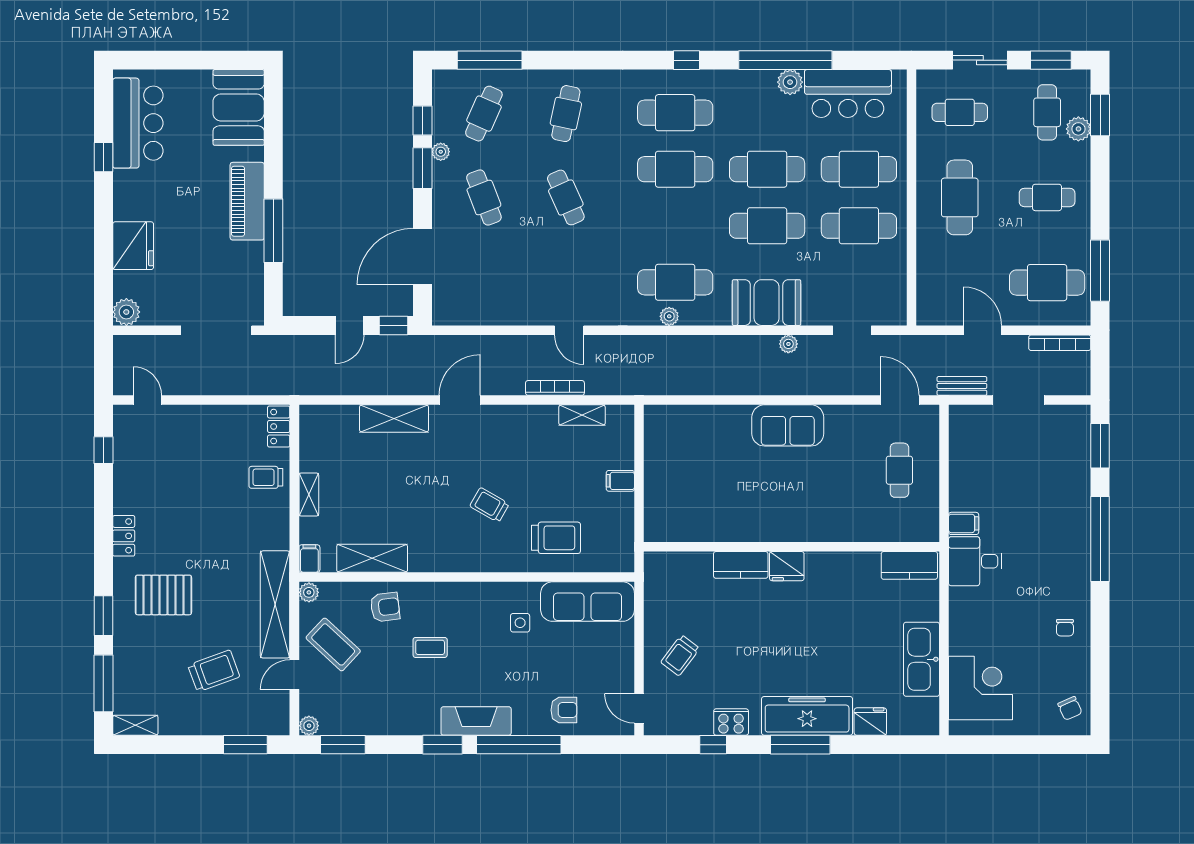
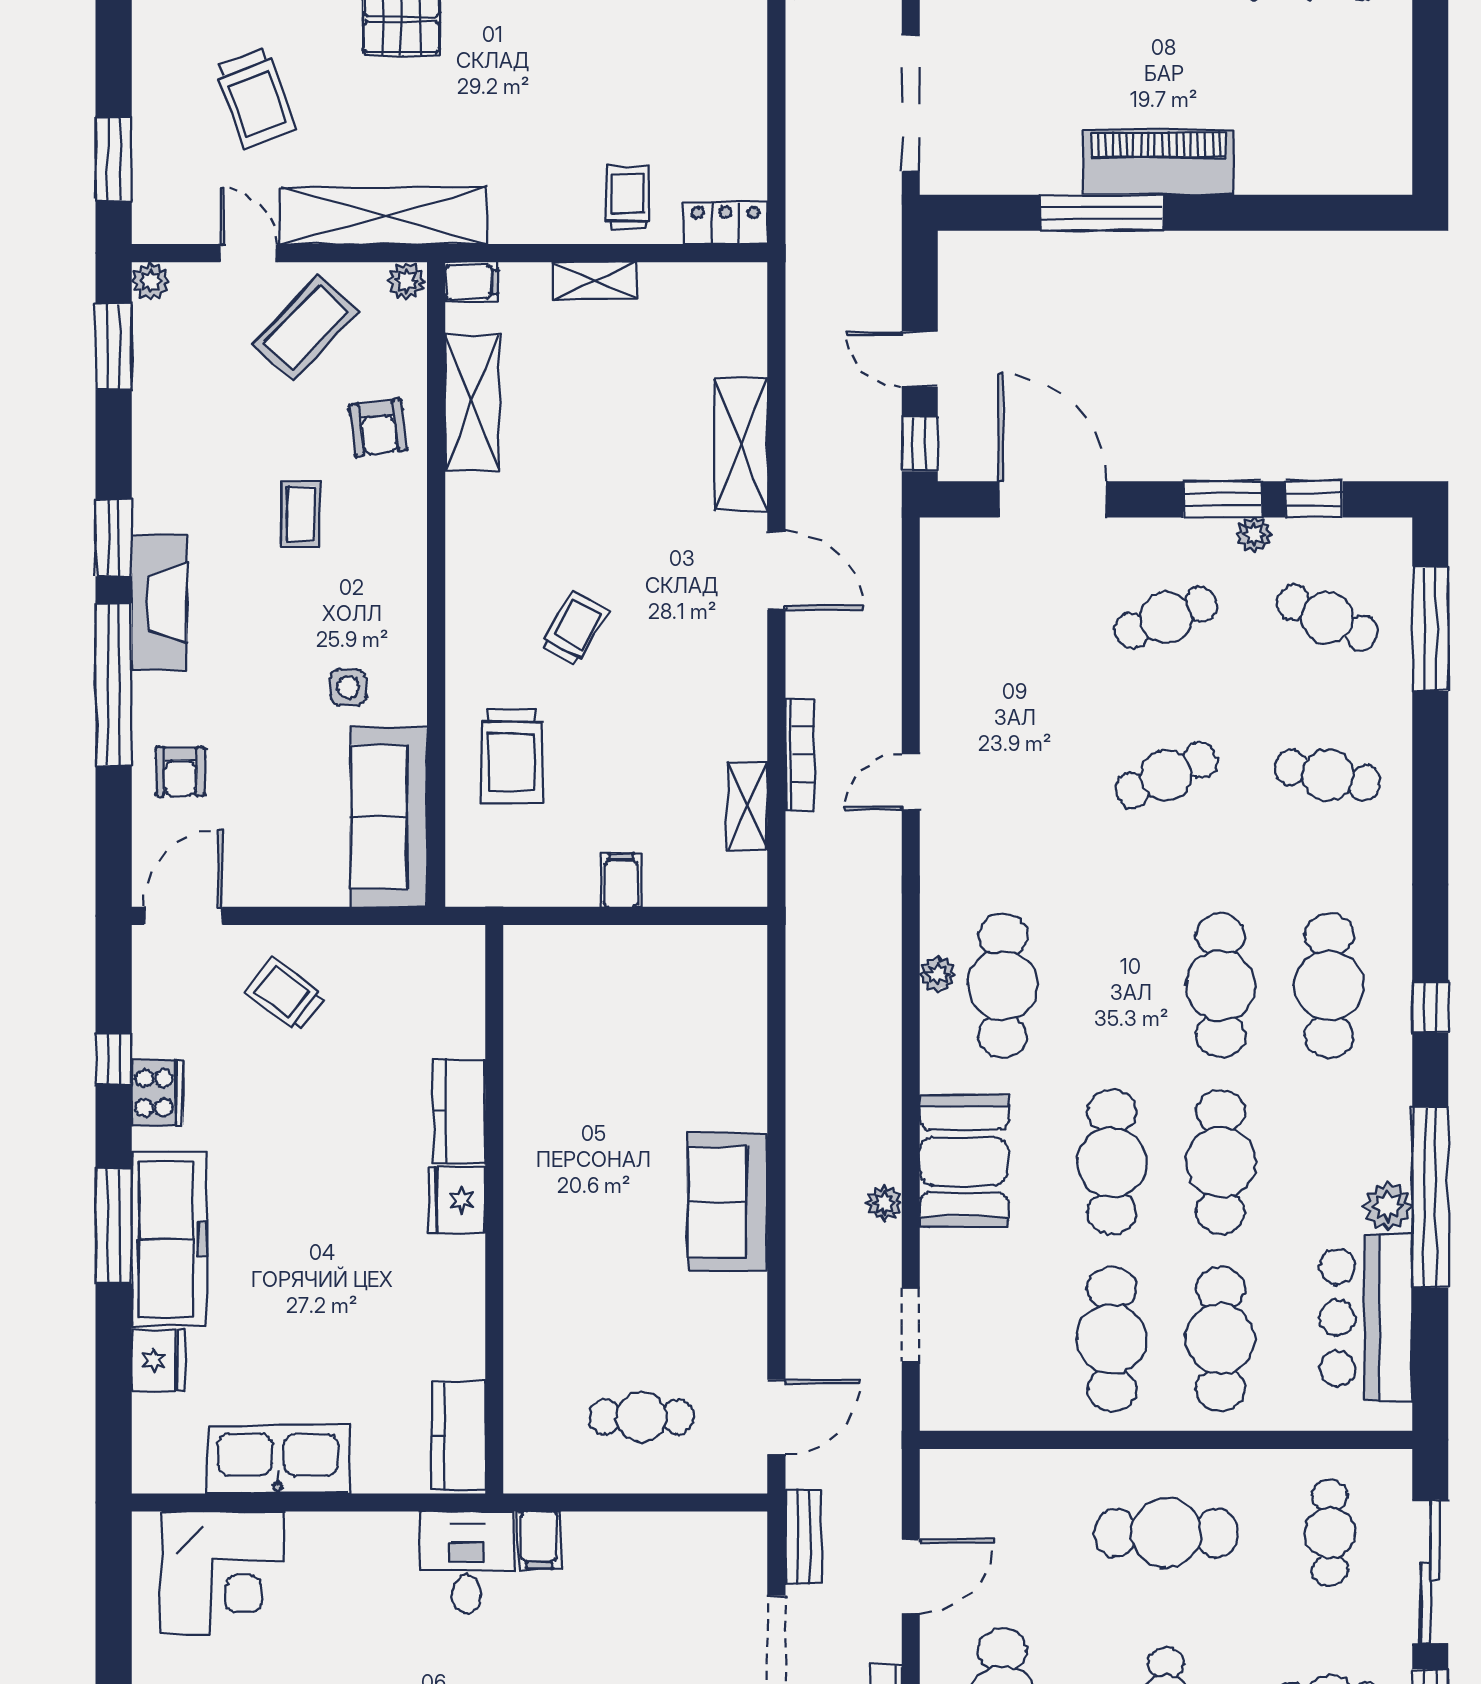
sliding door: (980, 60) -> (1430, 1572), width x1.37
booth: (239, 107) -> (1339, 146), removed
door: (639, 708) -> (183, 916), width x1.38

